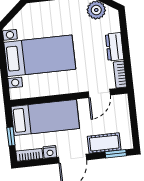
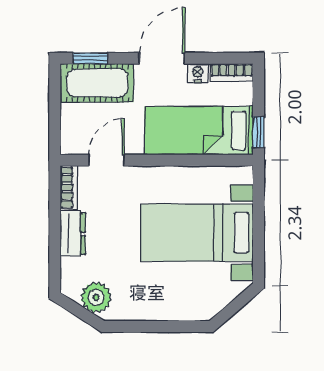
window: (11, 136) -> (259, 132), moved
cot: (104, 143) -> (97, 83), width x1.37, depth x1.34

